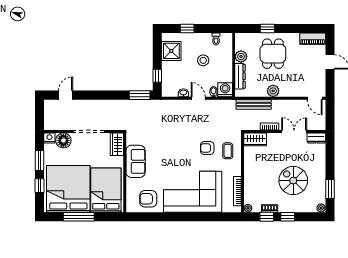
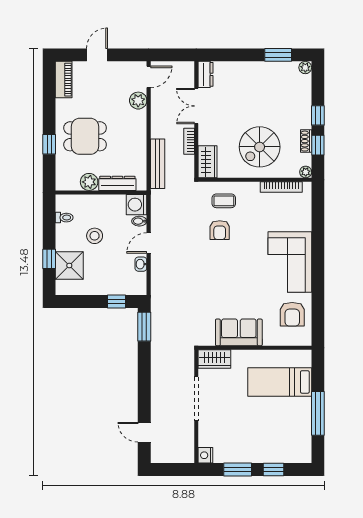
shower: (171, 51) -> (69, 265), moved
plant: (273, 91) -> (138, 101), moved
floor lamp: (63, 140) -> (209, 435), removed
spiral stairs: (293, 181) -> (260, 147), moved
bed: (68, 189) -> (278, 428), removed
bed: (106, 190) -> (280, 382), width x0.67
corner sofa: (193, 192) -> (290, 262), width x0.73, depth x0.74

